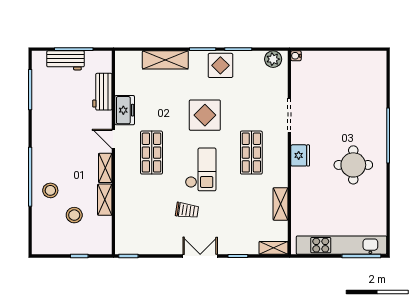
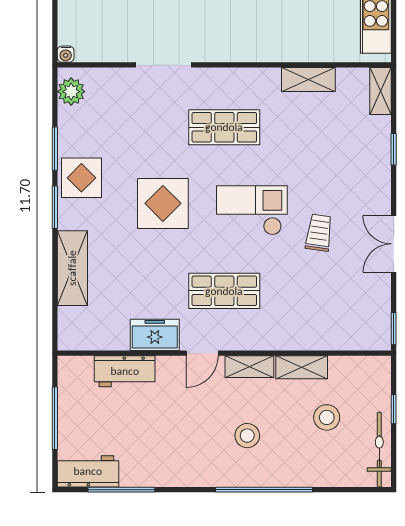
workbench: (66, 60) -> (88, 471), moved, turned -90
fridge: (300, 155) -> (229, 47), removed
stool: (50, 190) -> (247, 436), moved
bicycle: (55, 247) -> (379, 450), added
double door: (200, 256) -> (394, 244), moved

